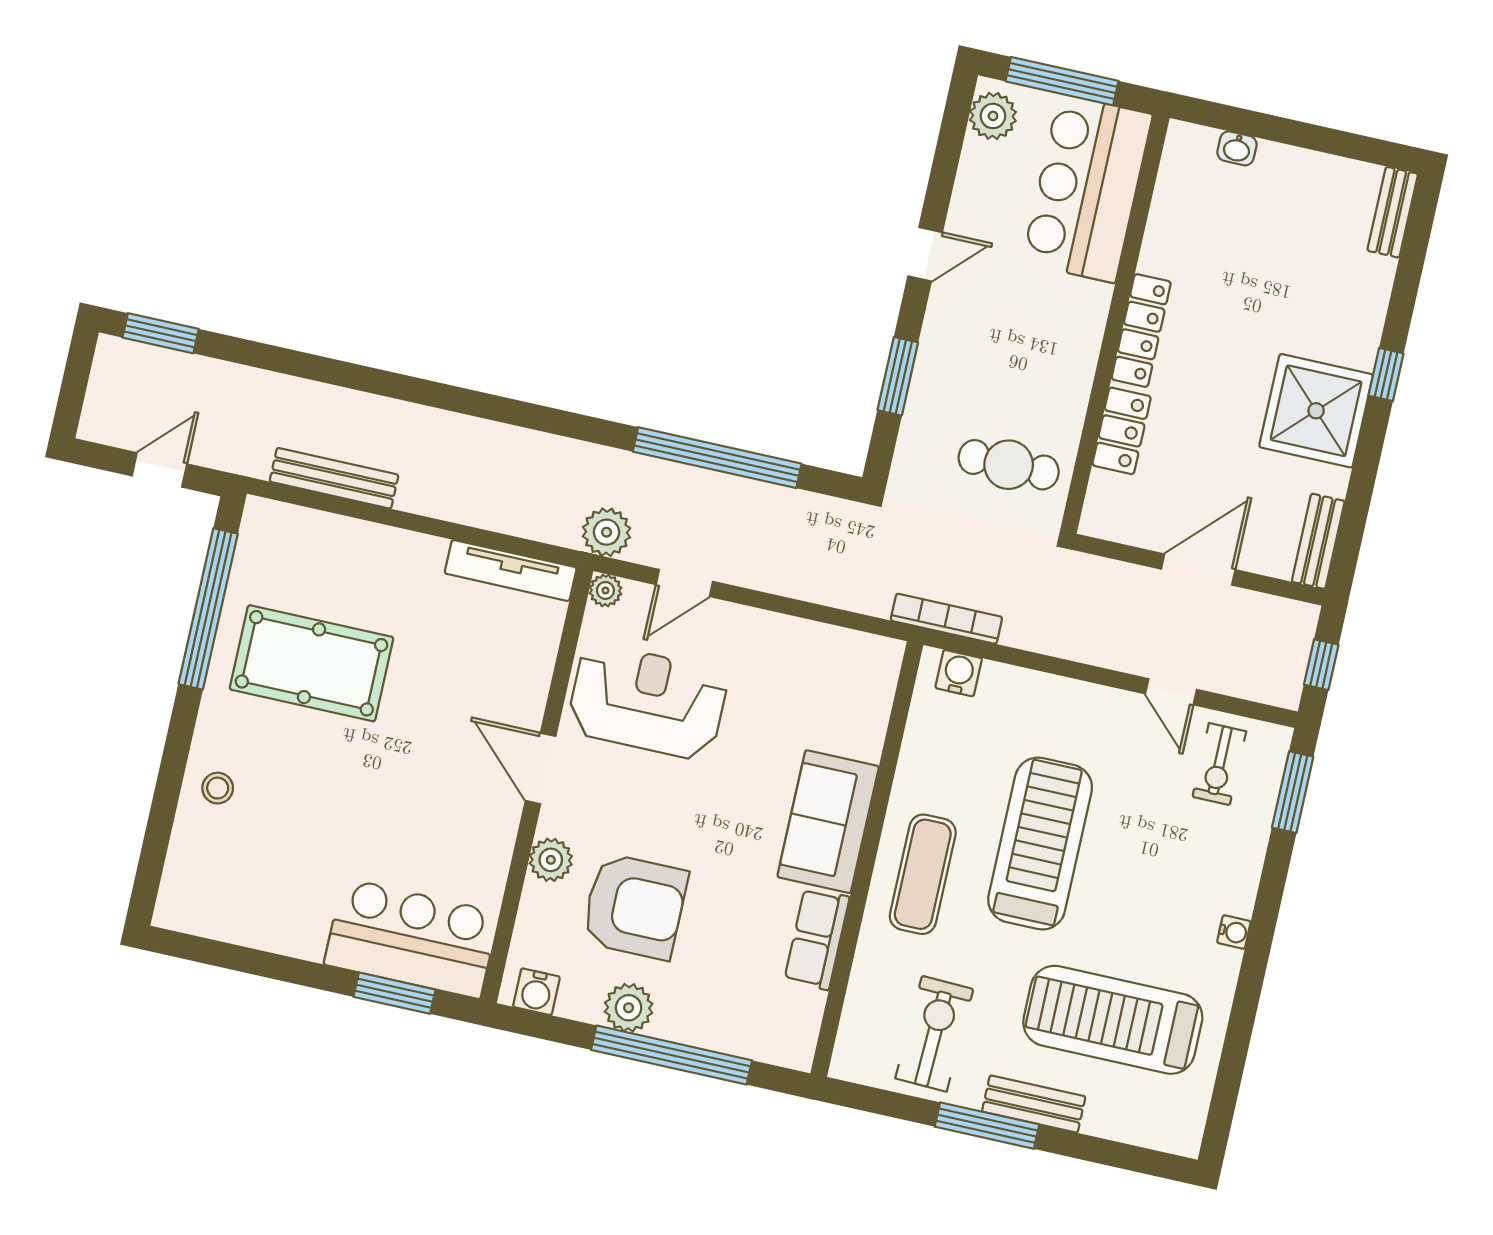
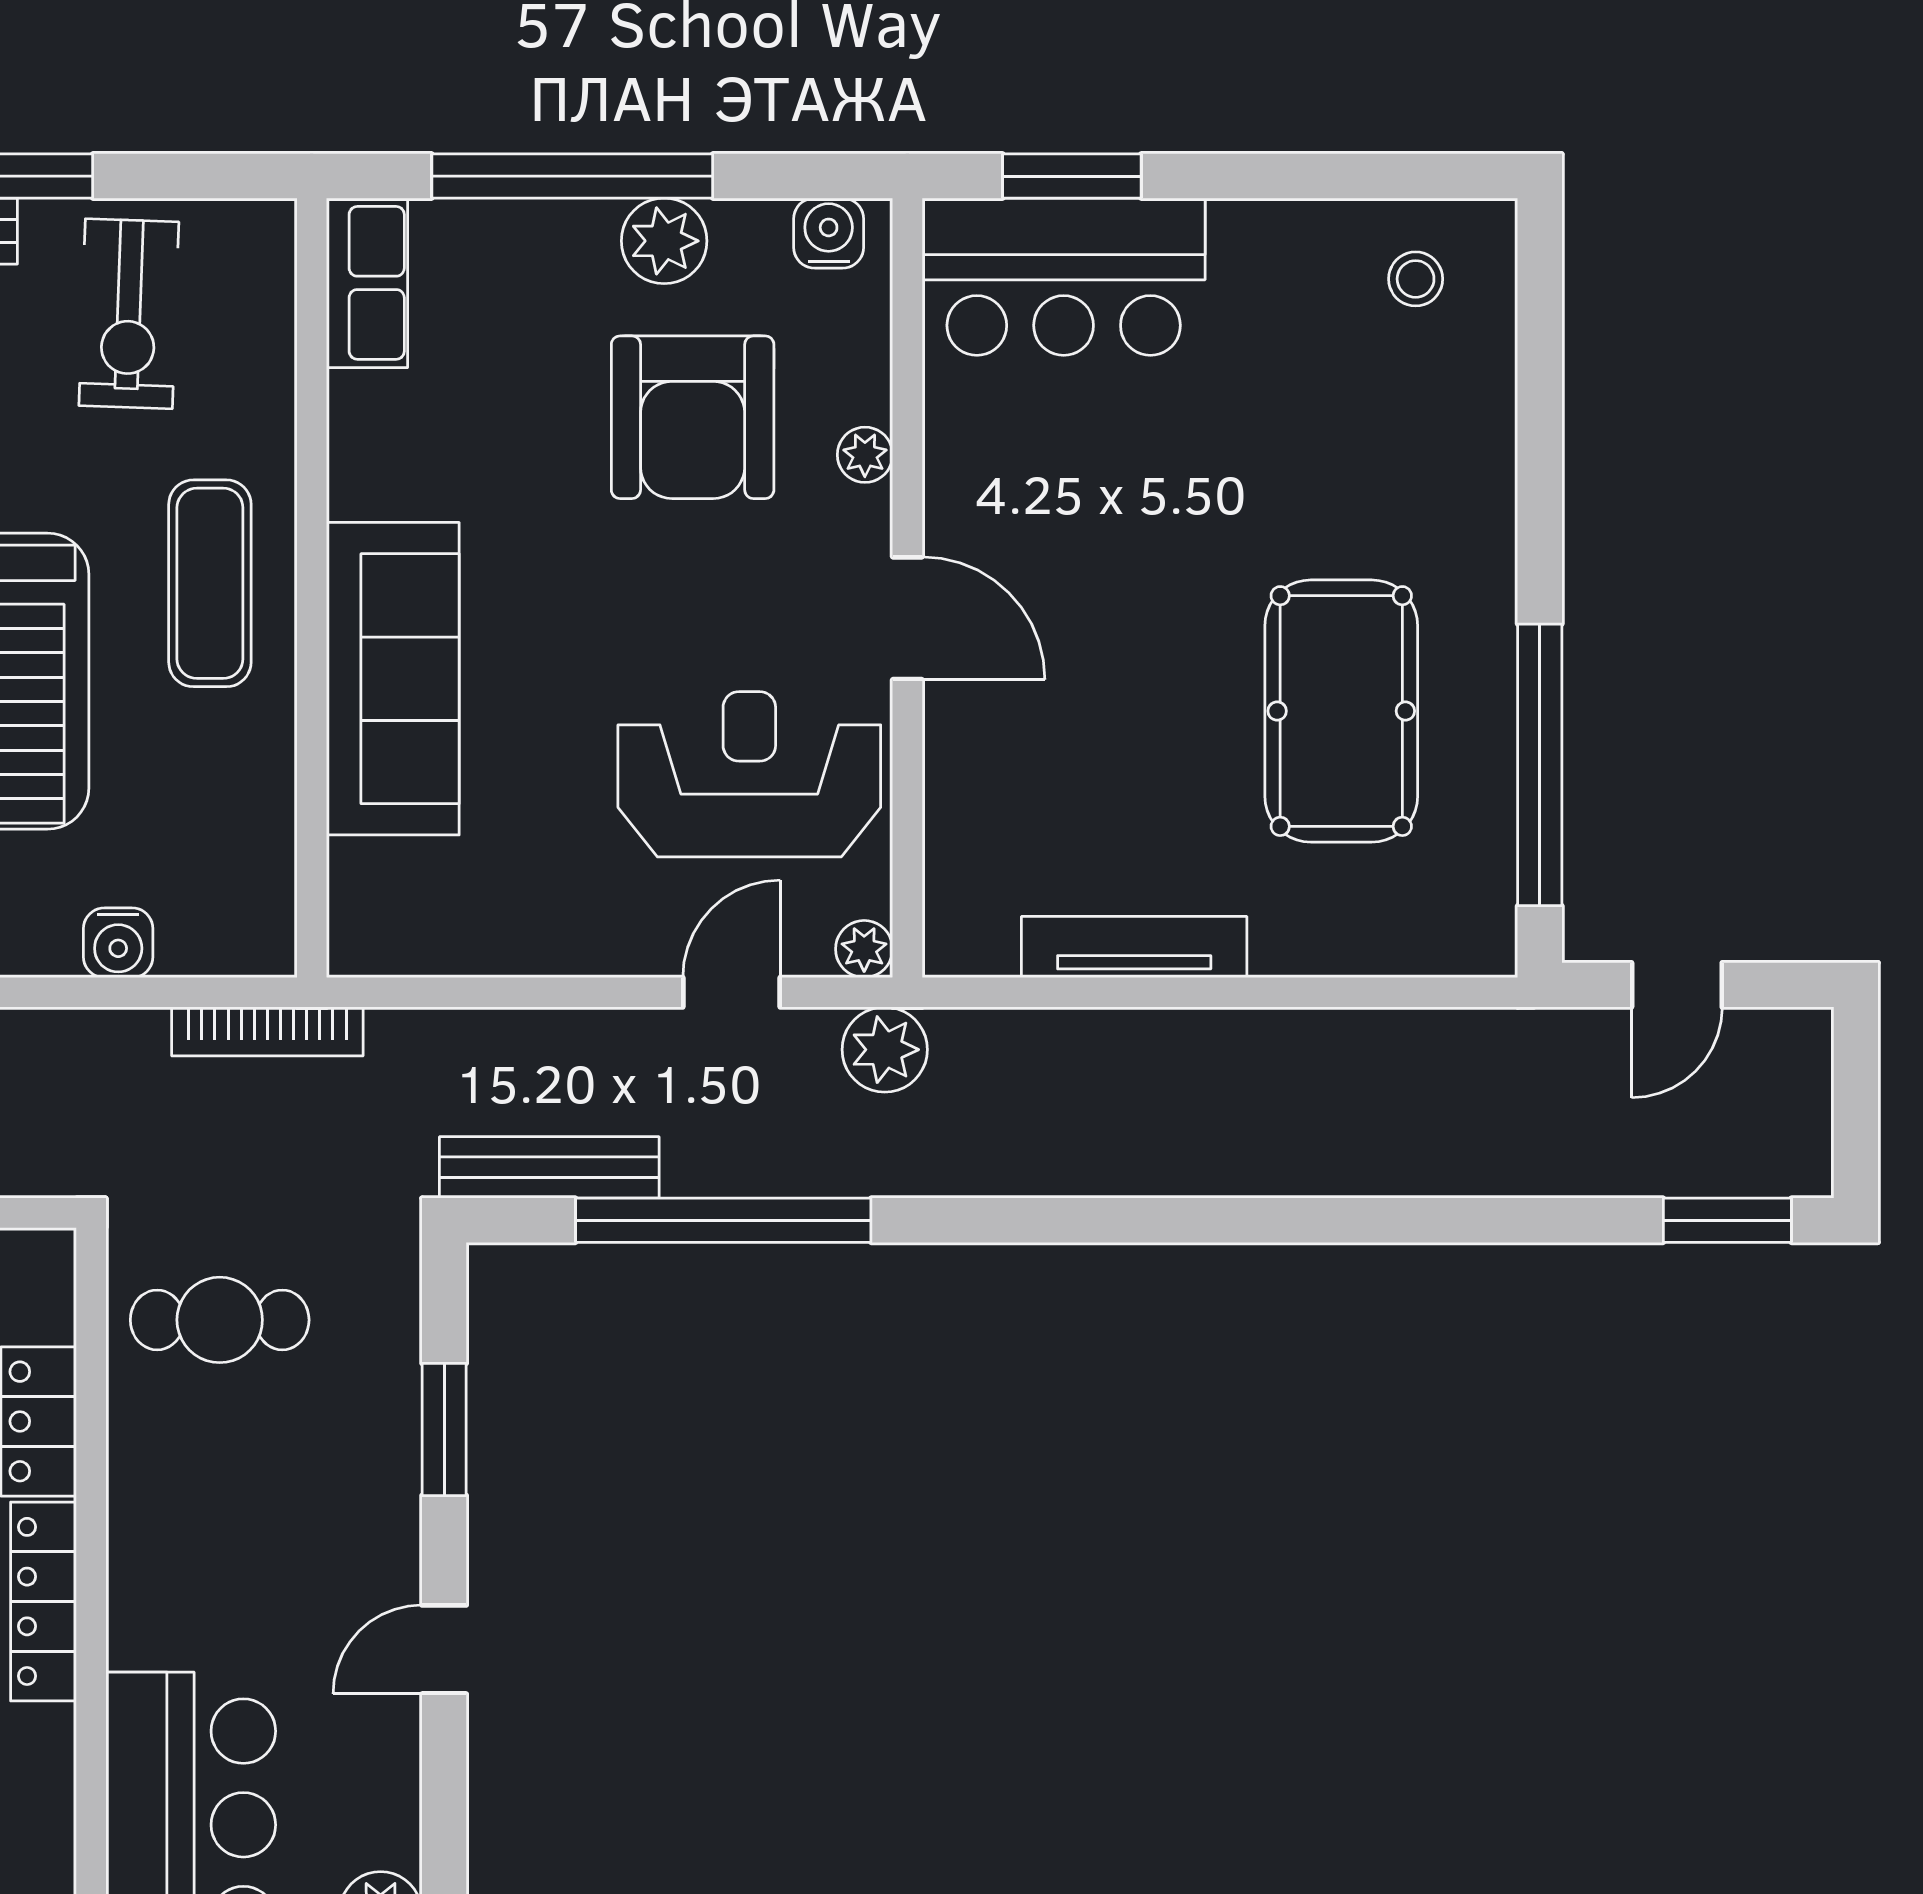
bench: (334, 478) -> (549, 1167), moved
tv unit: (511, 570) -> (1134, 947), moved
pool table: (311, 663) -> (1341, 711), turned 90
water cooler: (959, 673) -> (118, 943), moved
reception desk: (647, 702) -> (749, 774), turned 180
stool: (218, 788) -> (1416, 279), moved
sofa: (828, 822) -> (393, 679), width x1.36
plant: (551, 860) -> (865, 455), width x0.73, depth x0.73
armchair: (635, 906) -> (693, 417), turned -90
row of seats: (817, 939) -> (367, 283), moved

